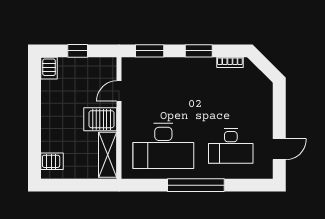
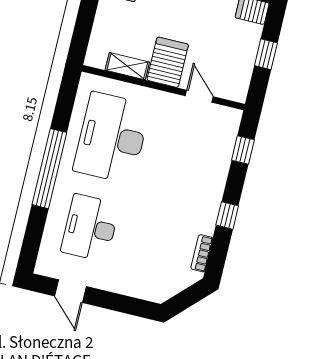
window: (150, 51) -> (243, 150), width x0.67
window: (199, 51) -> (227, 215), width x0.67
shelving: (108, 155) -> (127, 66), width x0.67, depth x0.75

